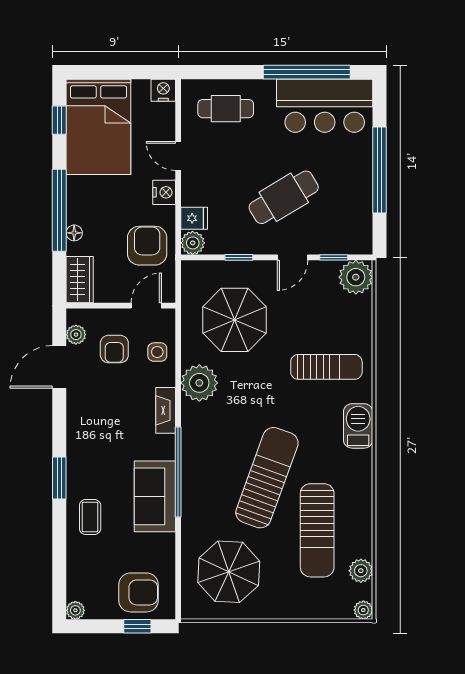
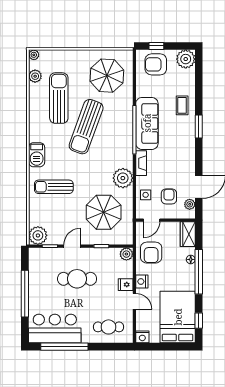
cafe table: (284, 197) -> (77, 279), turned 31
fridge: (194, 218) -> (126, 285), moved
sofa: (155, 496) -> (147, 123), width x1.36
plant: (75, 610) -> (186, 59), width x1.88, depth x1.88

